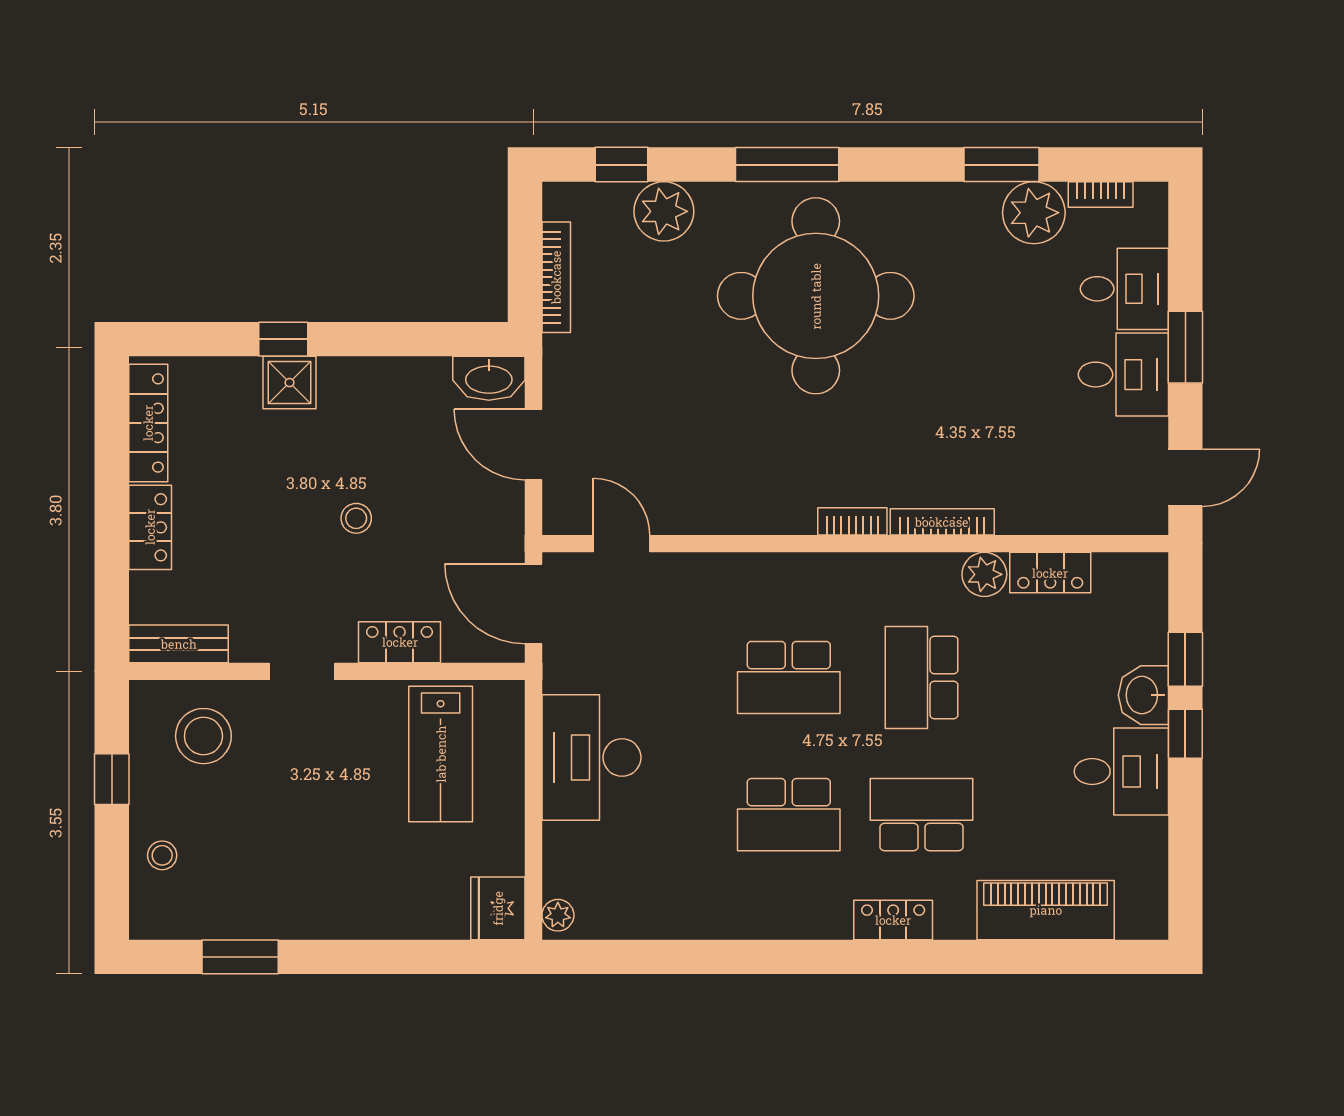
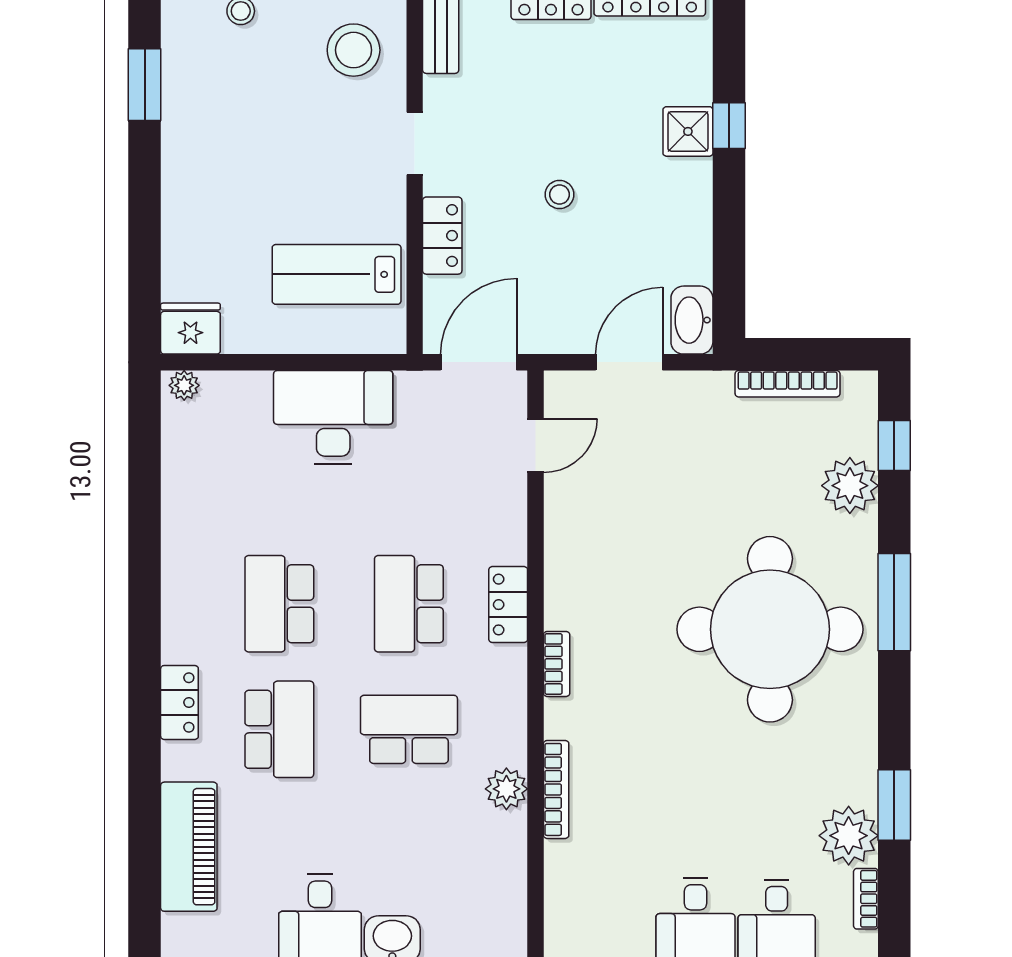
bookcase: (942, 522) -> (556, 789), moved
locker: (1050, 573) -> (508, 605), moved

